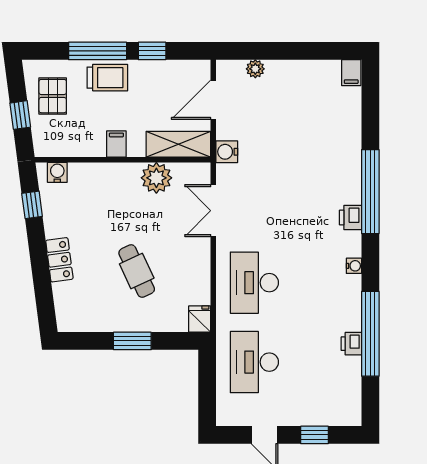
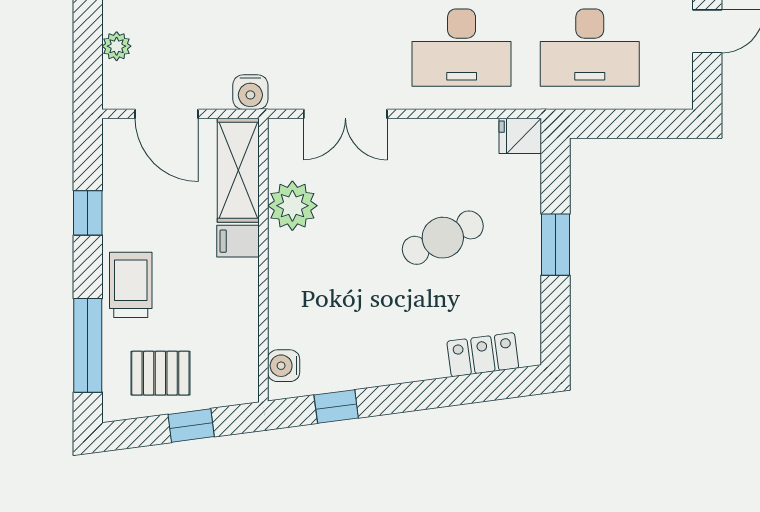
window: (98, 51) -> (88, 345), moved
filing cabinet: (116, 144) -> (238, 241), moved
locker: (59, 260) -> (483, 355), moved

